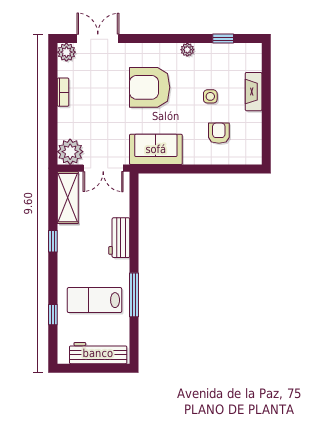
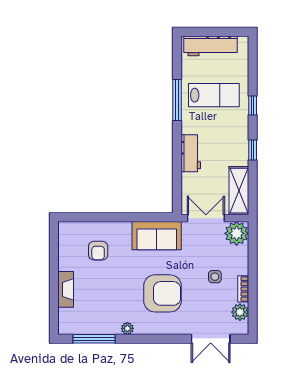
window: (223, 39) -> (94, 339), width x2.17
plant: (66, 52) -> (240, 312), moved
side table: (210, 96) -> (215, 277), moved
window: (53, 315) -> (253, 106), moved

